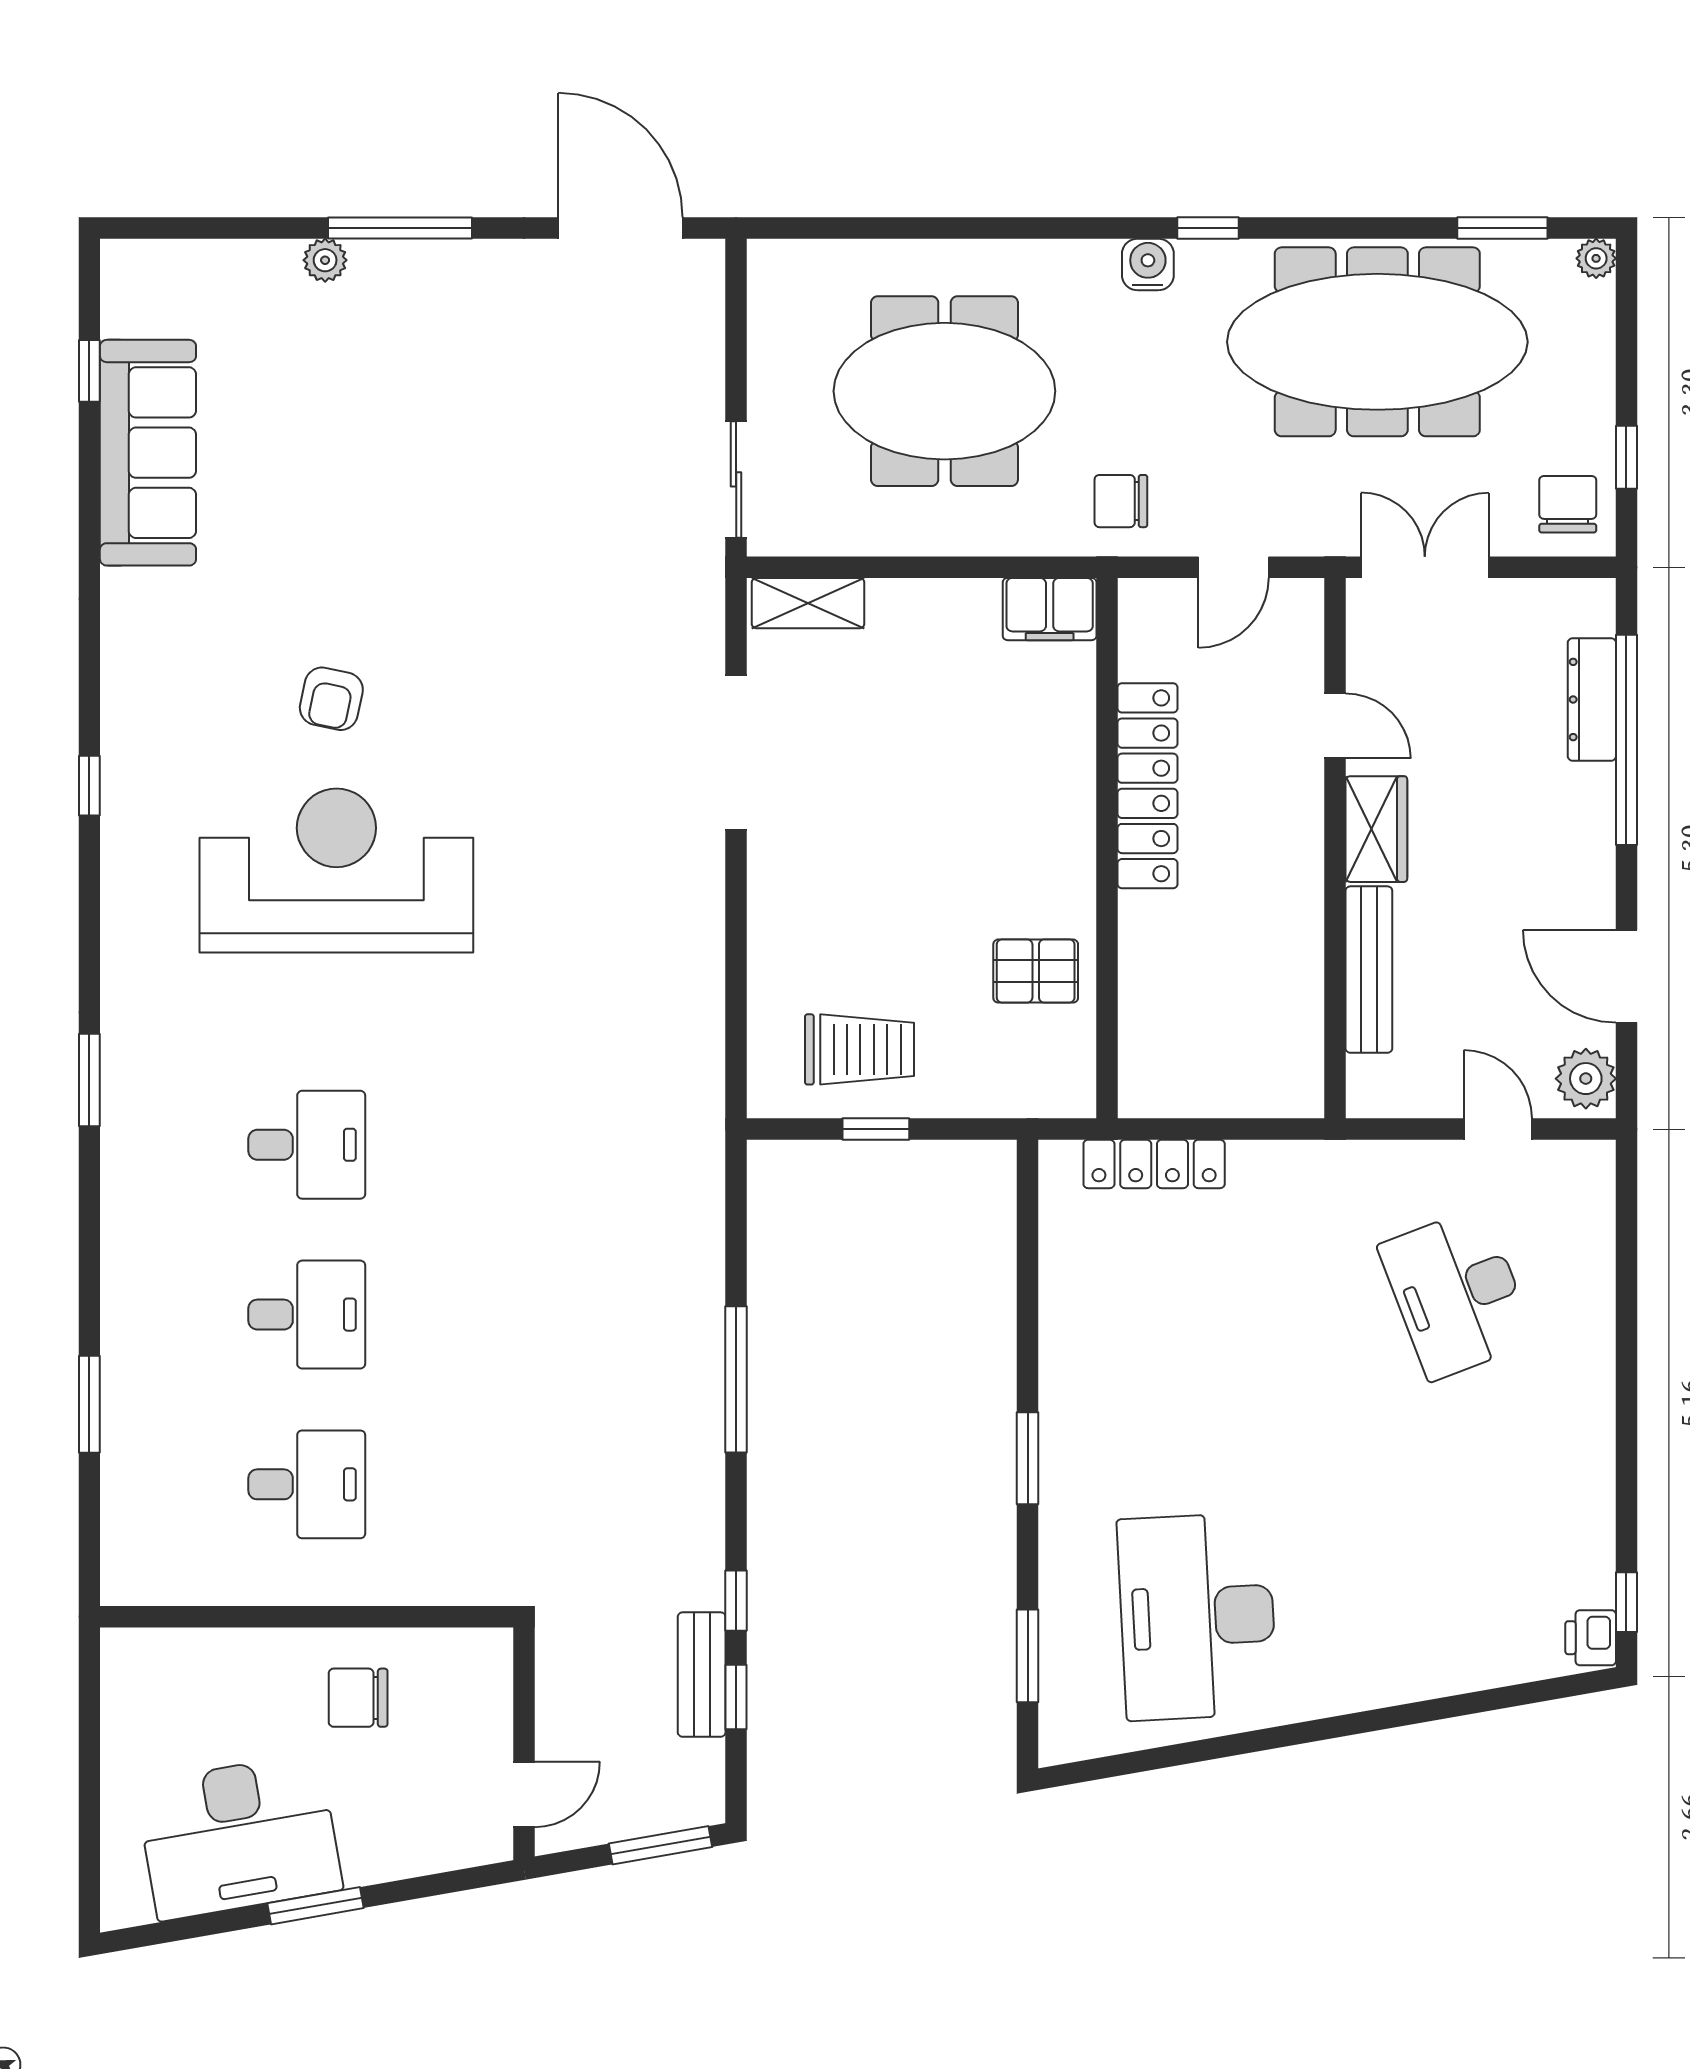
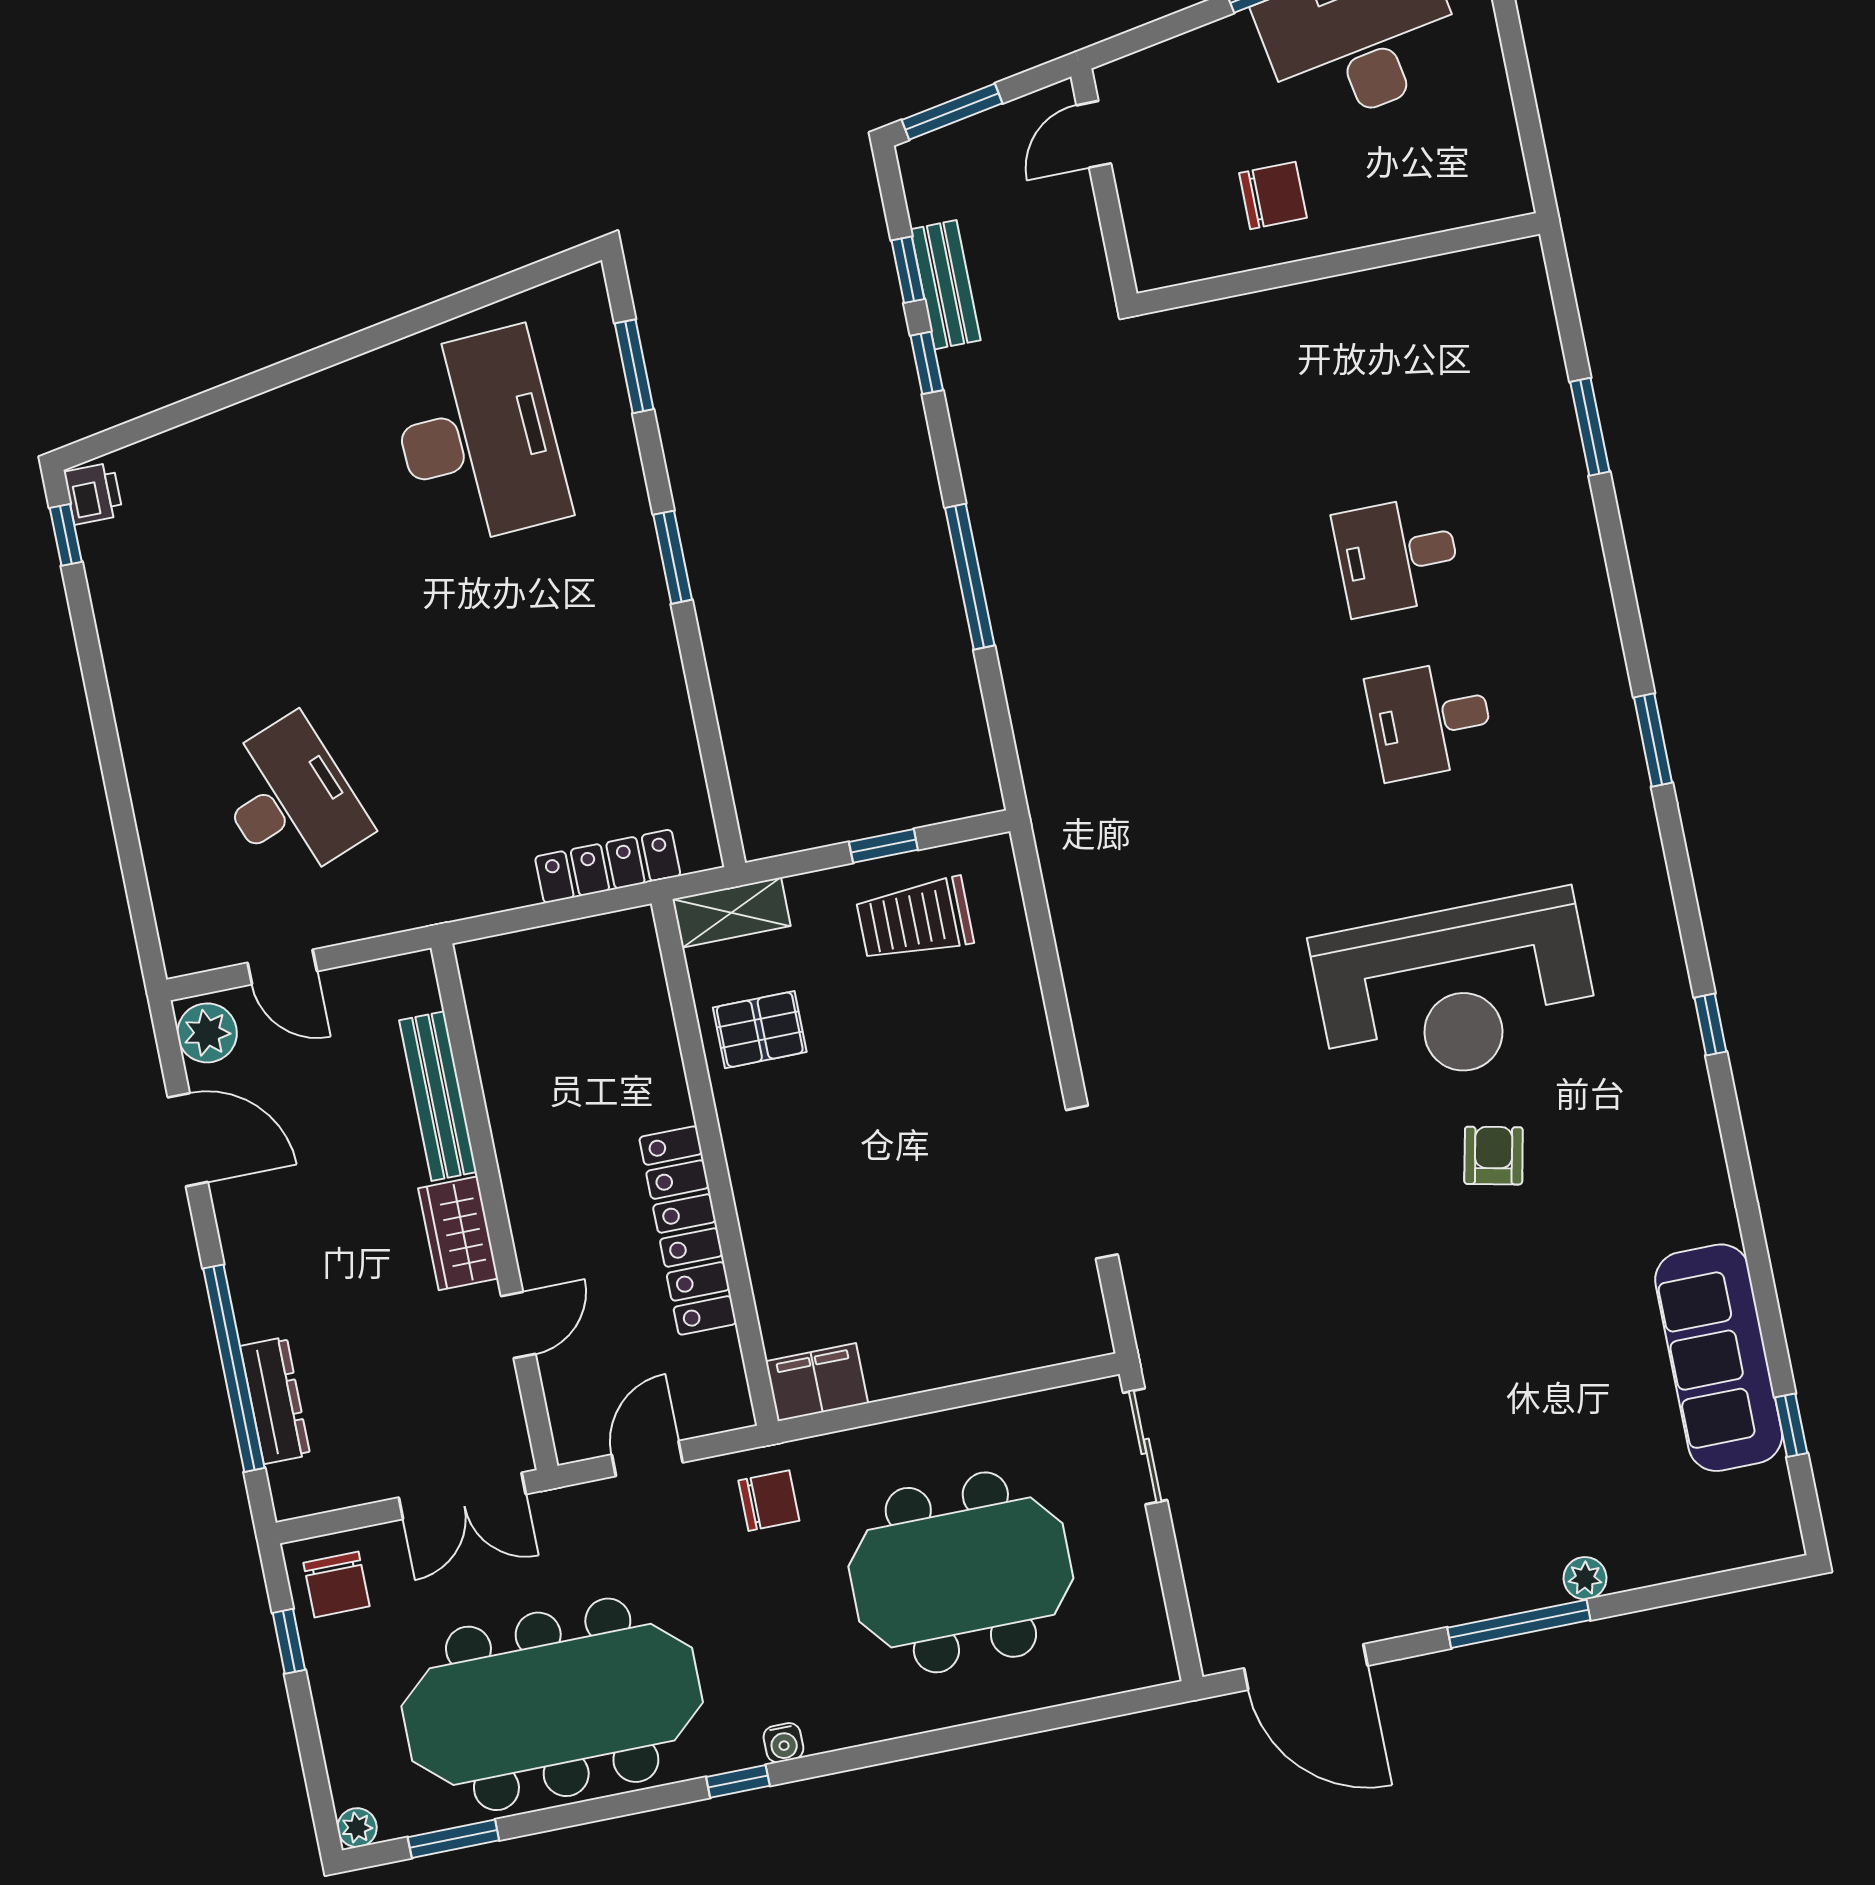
water cooler: (1148, 264) -> (783, 1743), width x0.72, depth x0.72
shelving: (808, 603) -> (731, 913), moved
door: (1335, 726) -> (518, 1325), swing flipped
desk: (307, 1484) -> (1364, 392), removed

